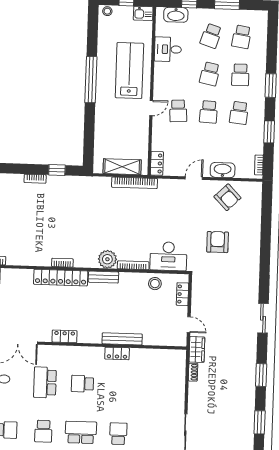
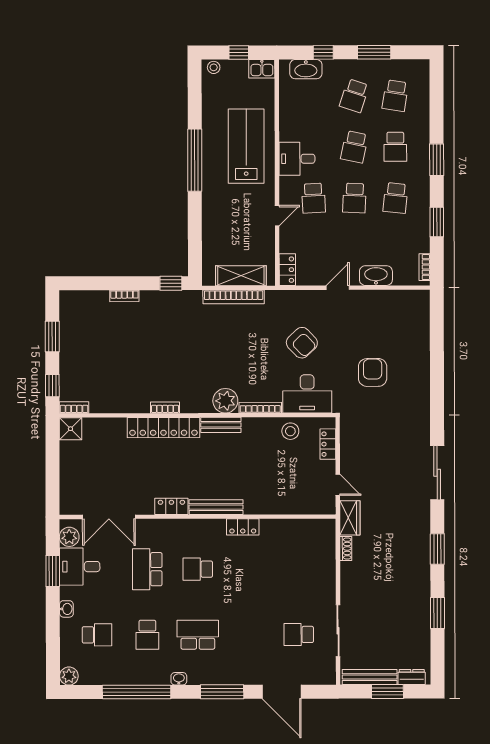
desk: (168, 49) -> (297, 159), moved
door: (151, 108) -> (277, 216), moved
window: (57, 170) -> (171, 283), moved
bookcase: (134, 183) -> (234, 297), moved
armchair: (227, 197) -> (302, 343), moved
sliding door: (263, 318) -> (437, 473), width x1.37
bench: (122, 339) -> (216, 507), moved
school desk: (118, 434) -> (299, 634), moved, turned -90

